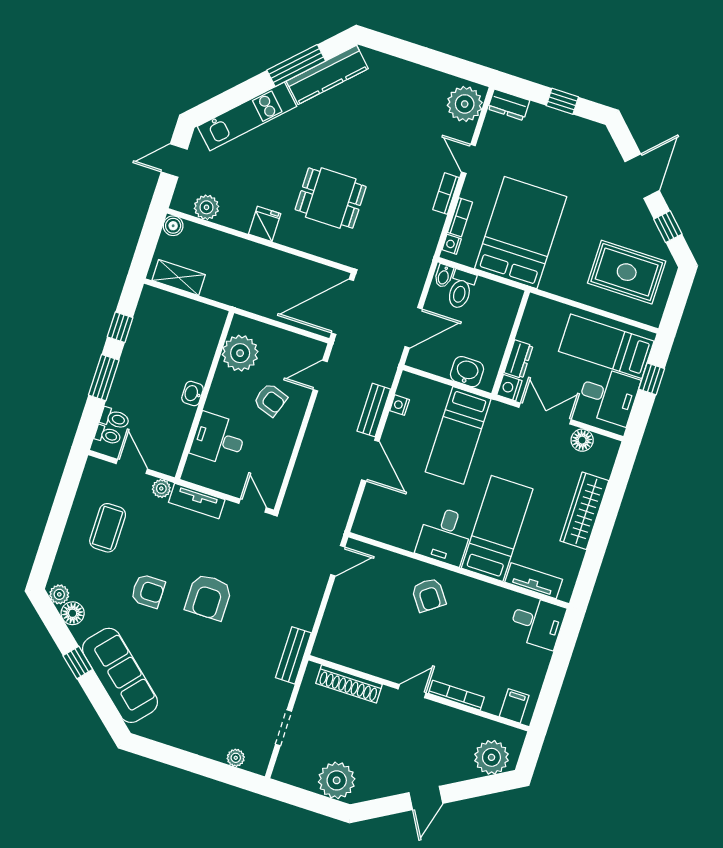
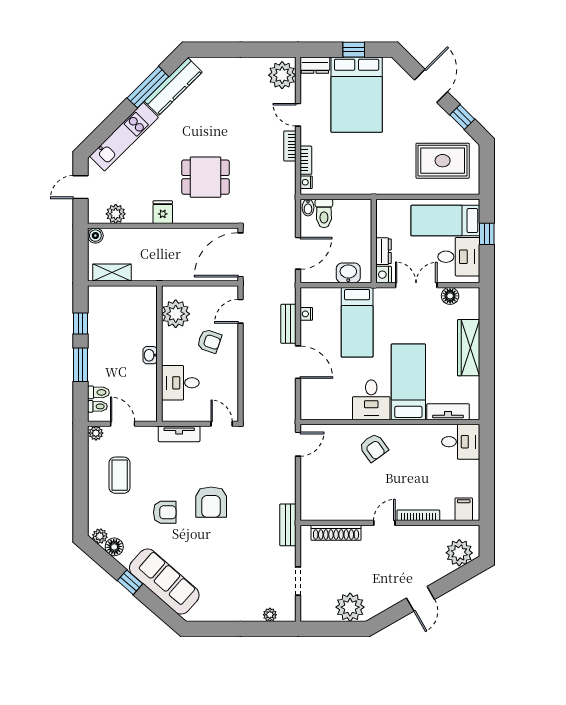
bed: (521, 233) -> (357, 95), moved, turned 180
plant: (161, 489) -> (96, 433), moved

